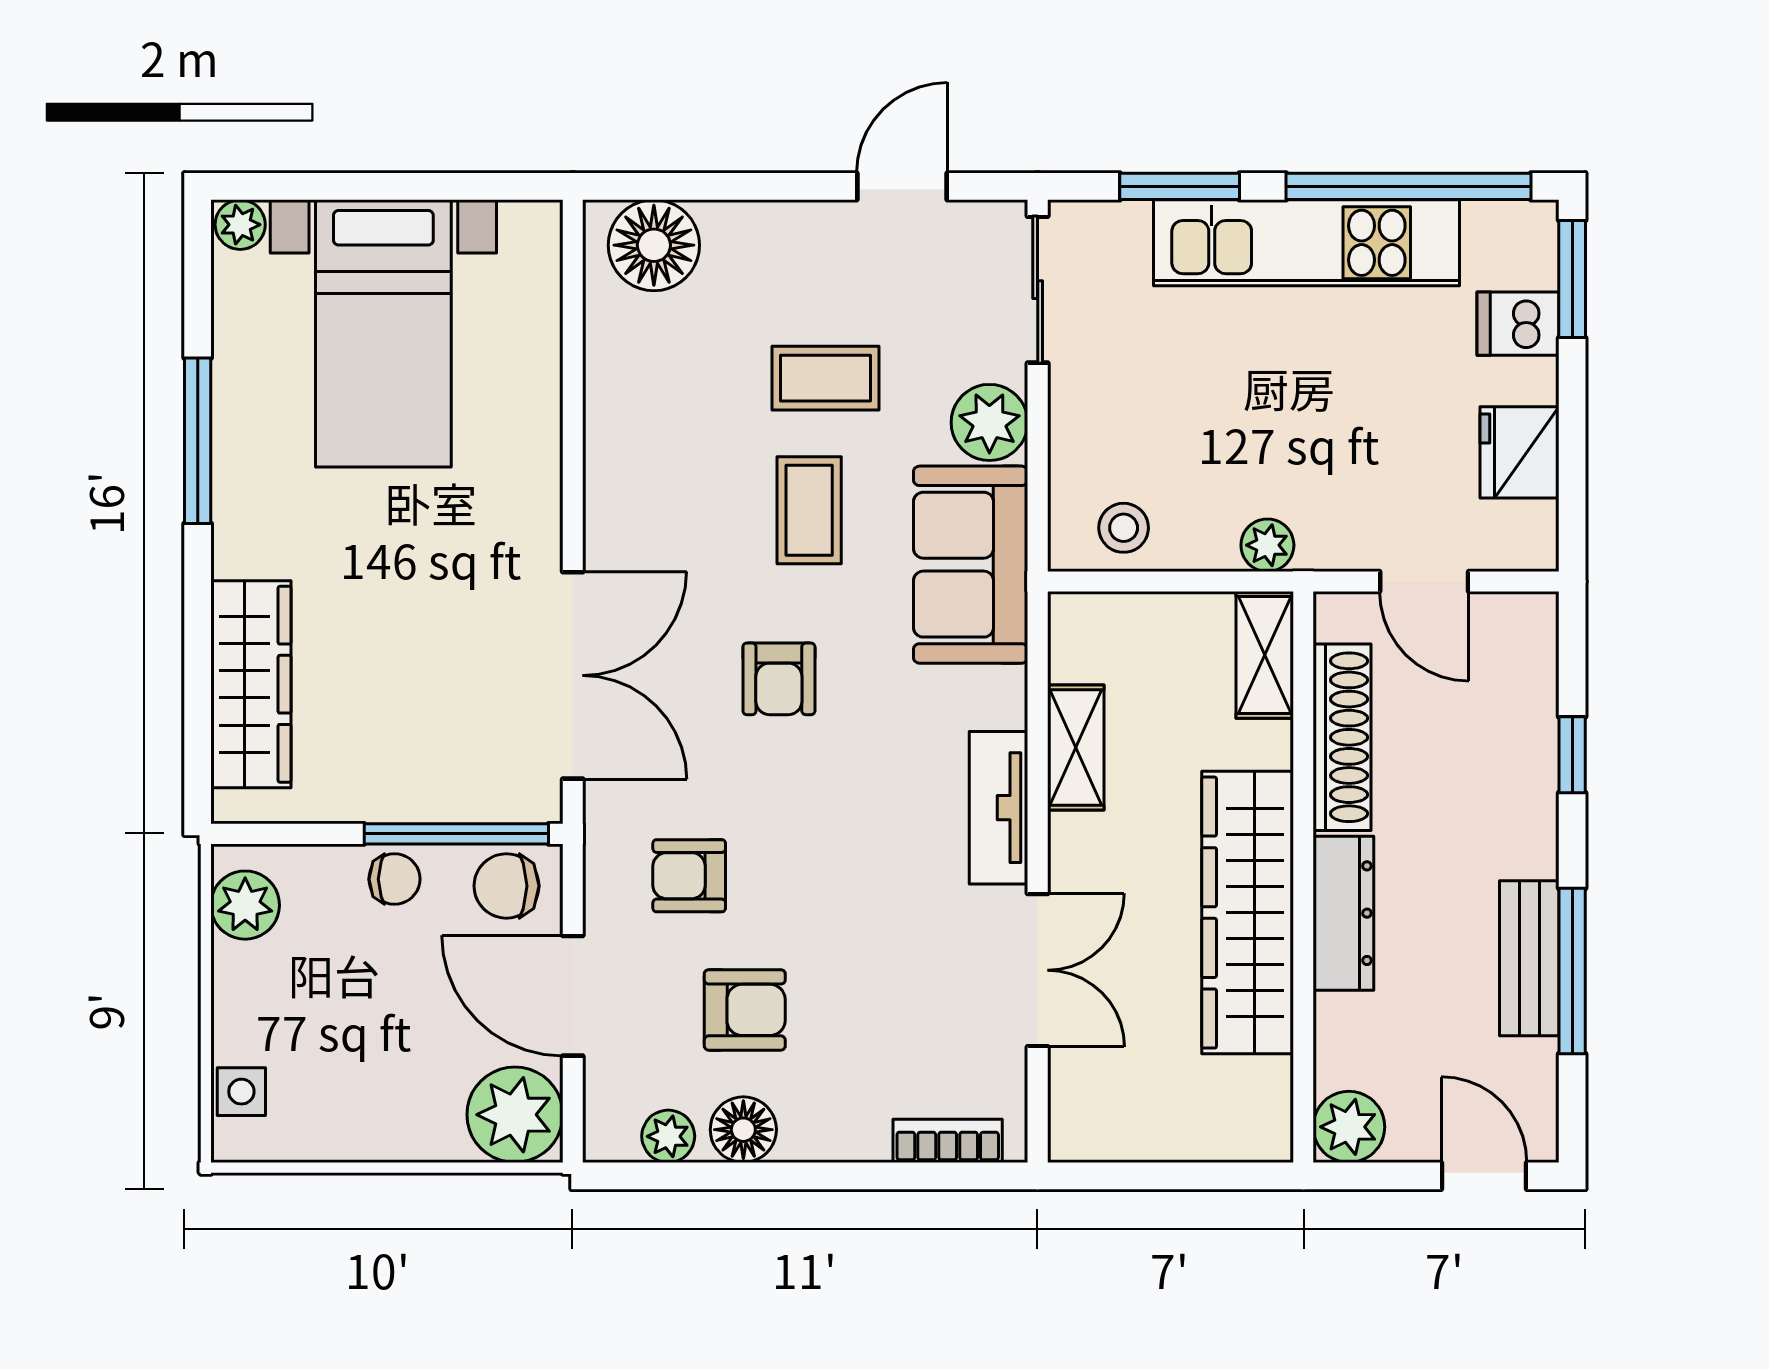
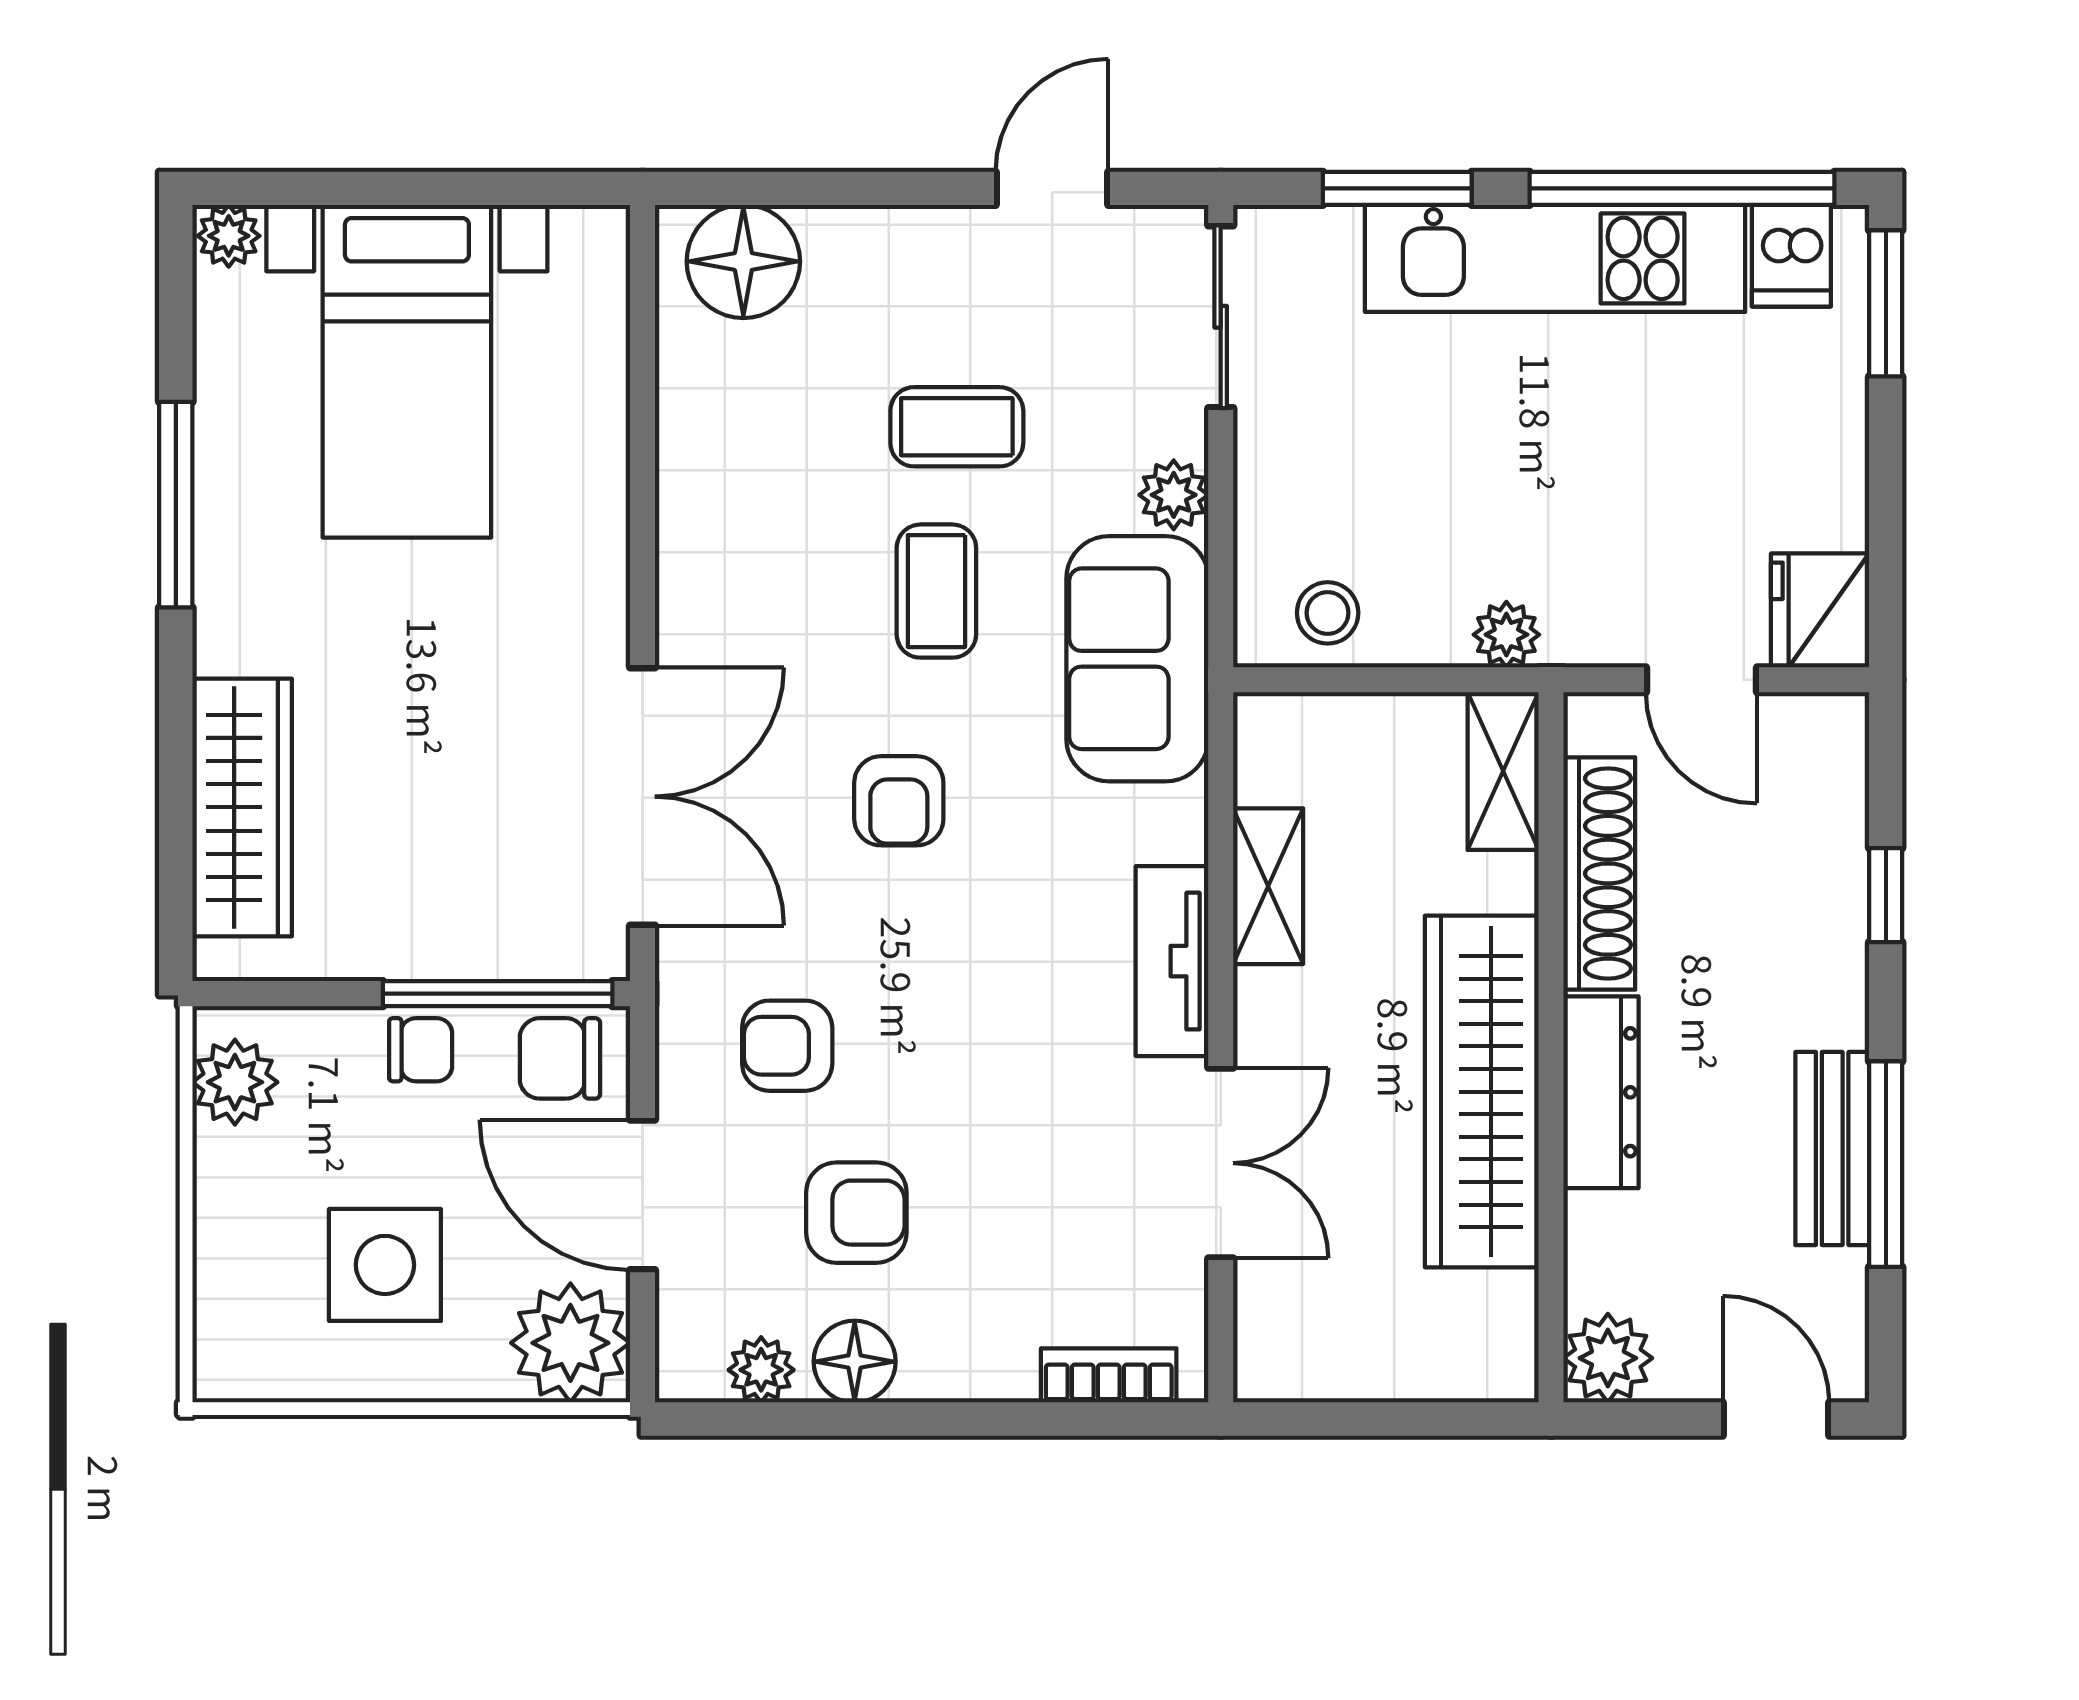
dishwasher: (1518, 324) -> (1791, 256), moved, turned -90
plant: (989, 422) -> (1174, 495), width x0.73, depth x0.73
fridge: (1519, 452) -> (1820, 610), moved
side table: (241, 1092) -> (385, 1265), moved, width x1.87, depth x1.87

